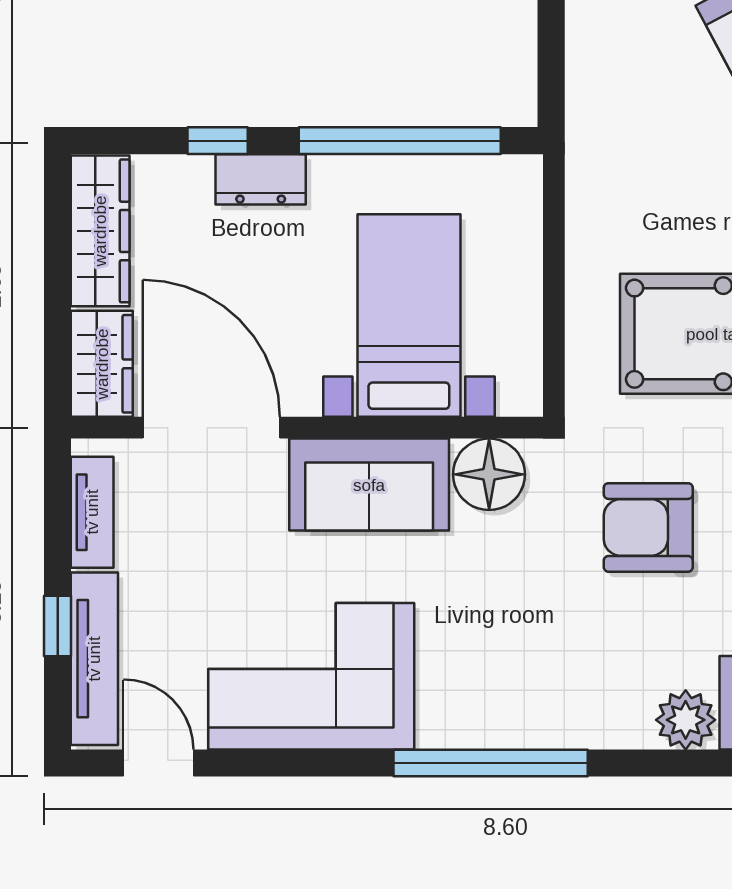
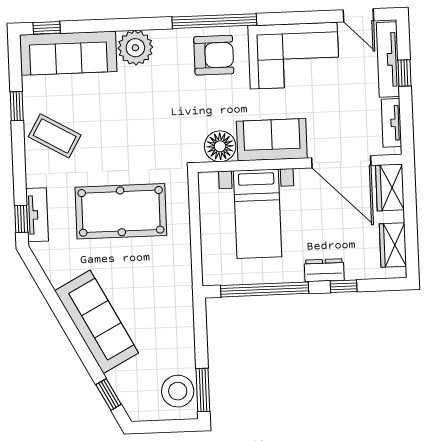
wardrobe: (100, 231) -> (393, 245), width x0.67
armchair: (648, 527) -> (214, 55), moved
plant: (686, 720) -> (135, 48), width x1.36, depth x1.36

